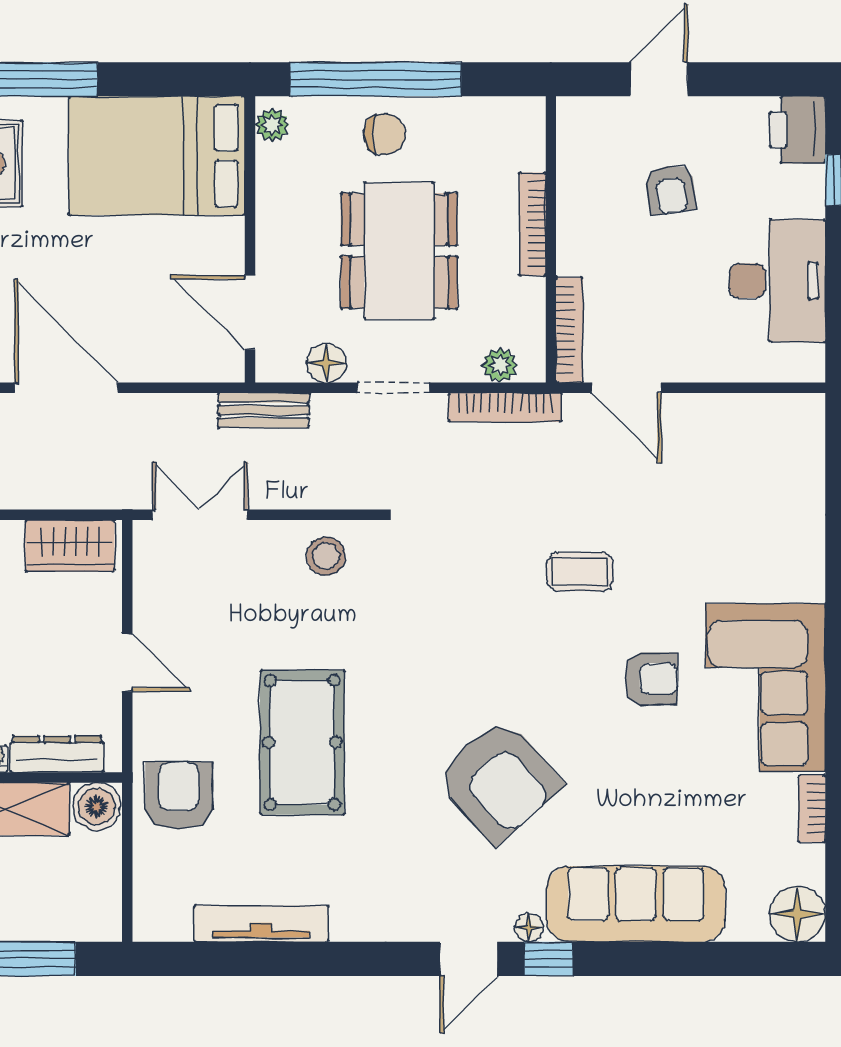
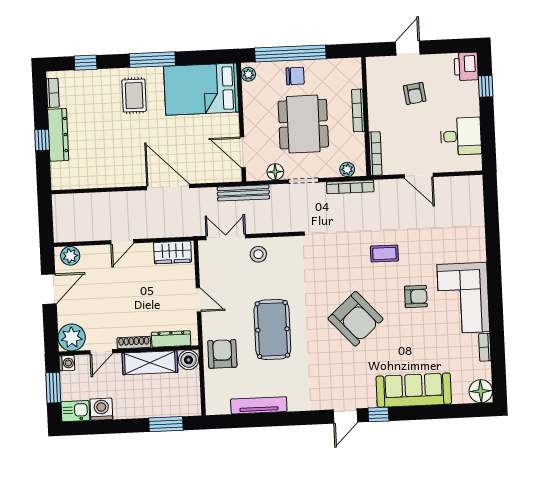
desk: (777, 281) -> (461, 136), width x0.73
door: (626, 388) -> (419, 176), moved
bench: (264, 410) -> (243, 193), width x1.36
stool: (326, 556) -> (258, 254), moved
armchair: (499, 781) -> (355, 319), moved
floor lamp: (529, 928) -> (370, 402), removed

